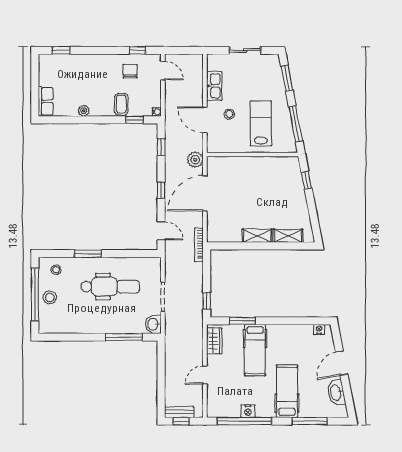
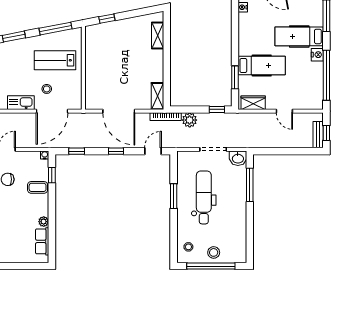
row of seats: (46, 101) -> (42, 241), moved, turned -90
door: (205, 120) -> (52, 111), width x1.36
plant: (195, 160) -> (190, 120), moved
shelving: (257, 236) -> (157, 96), moved
window: (88, 254) -> (174, 196), moved
nightstand: (248, 411) -> (317, 55), moved

